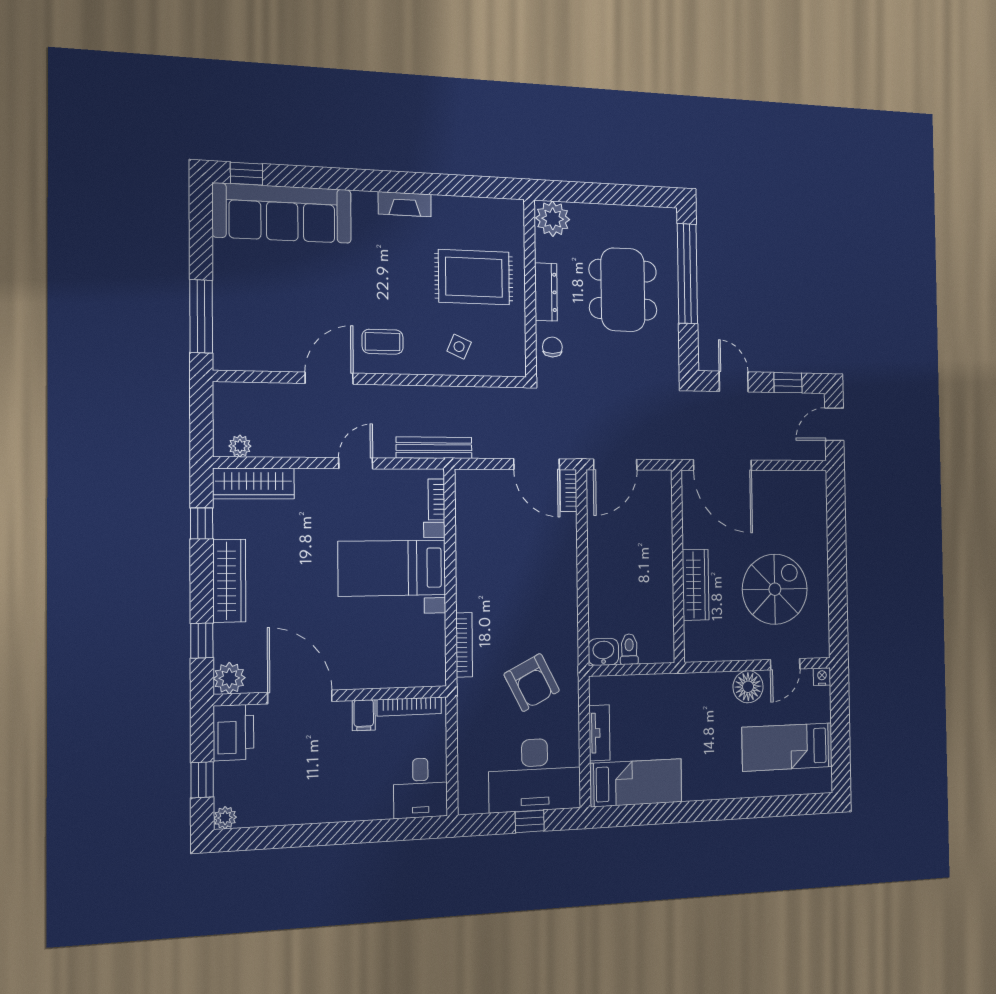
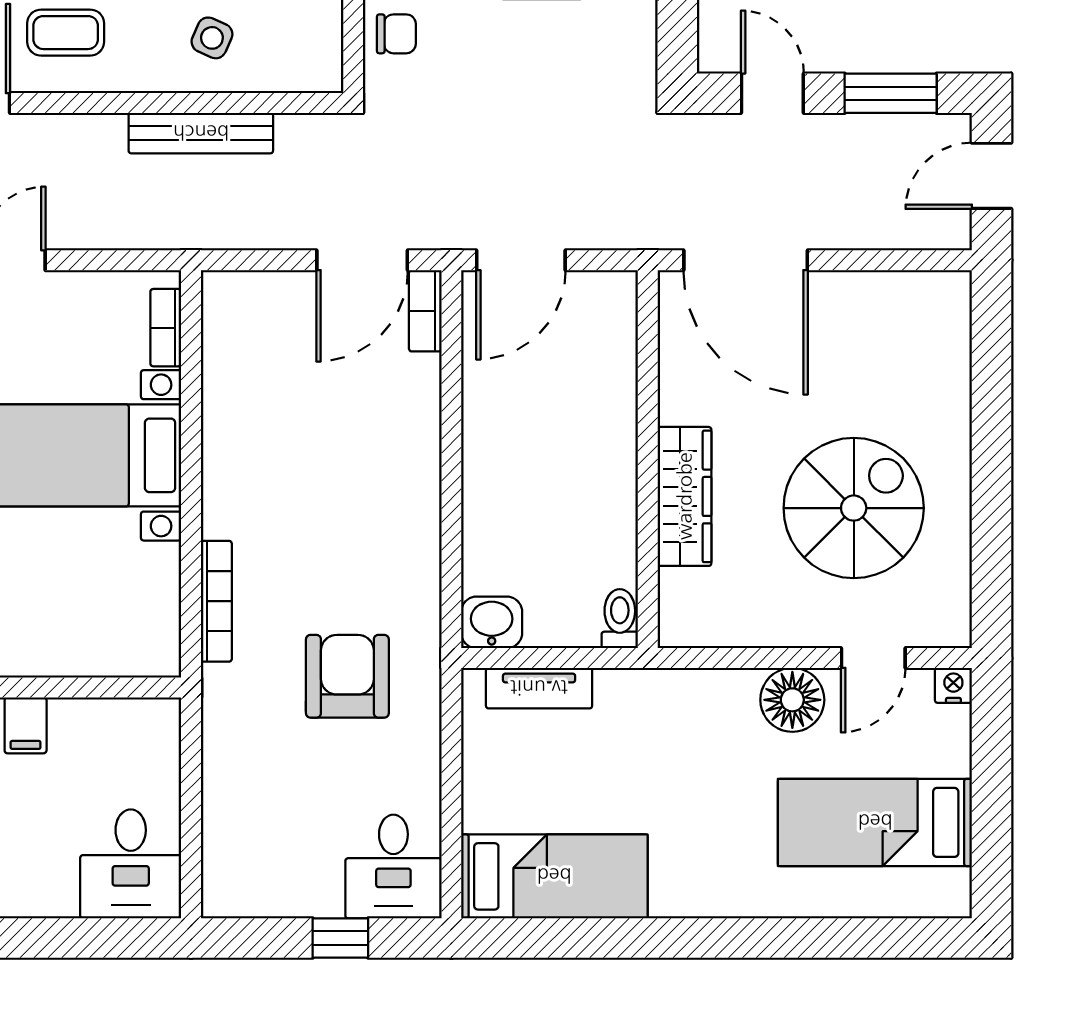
chair: (552, 347) -> (396, 34), turned 90
window: (788, 383) -> (891, 93), width x1.50
bench: (434, 448) -> (201, 133), moved
door: (537, 464) -> (362, 260), hinge flipped
toilet: (629, 649) -> (620, 619), moved
armchair: (532, 682) -> (347, 676), turned -153
bookcase: (409, 707) -> (111, 713), removed
tv unit: (599, 733) -> (539, 688), moved, turned 90
desk: (535, 775) -> (393, 866), width x0.53, depth x0.77

